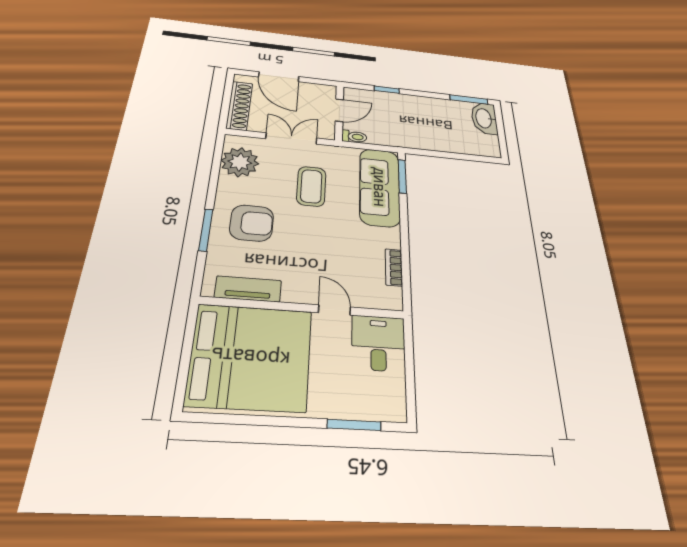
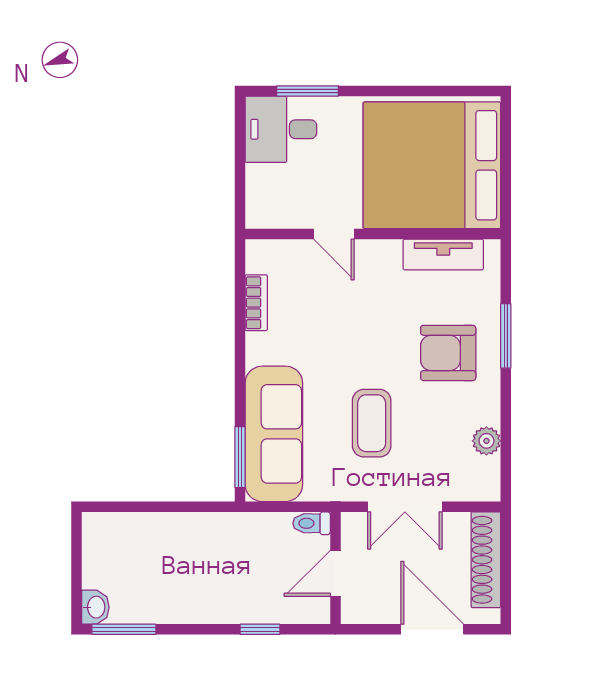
washbasin: (484, 118) -> (95, 607), width x0.52, depth x0.69
plant: (240, 162) -> (486, 441), width x0.53, depth x0.53
desk: (378, 343) -> (281, 129), moved, turned 90

